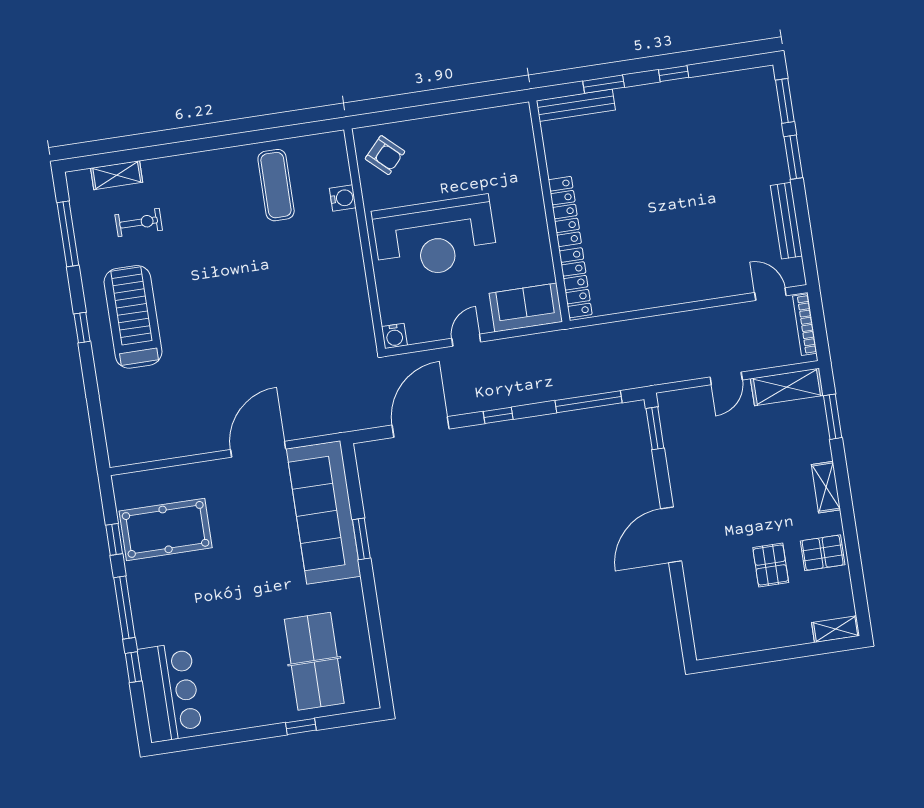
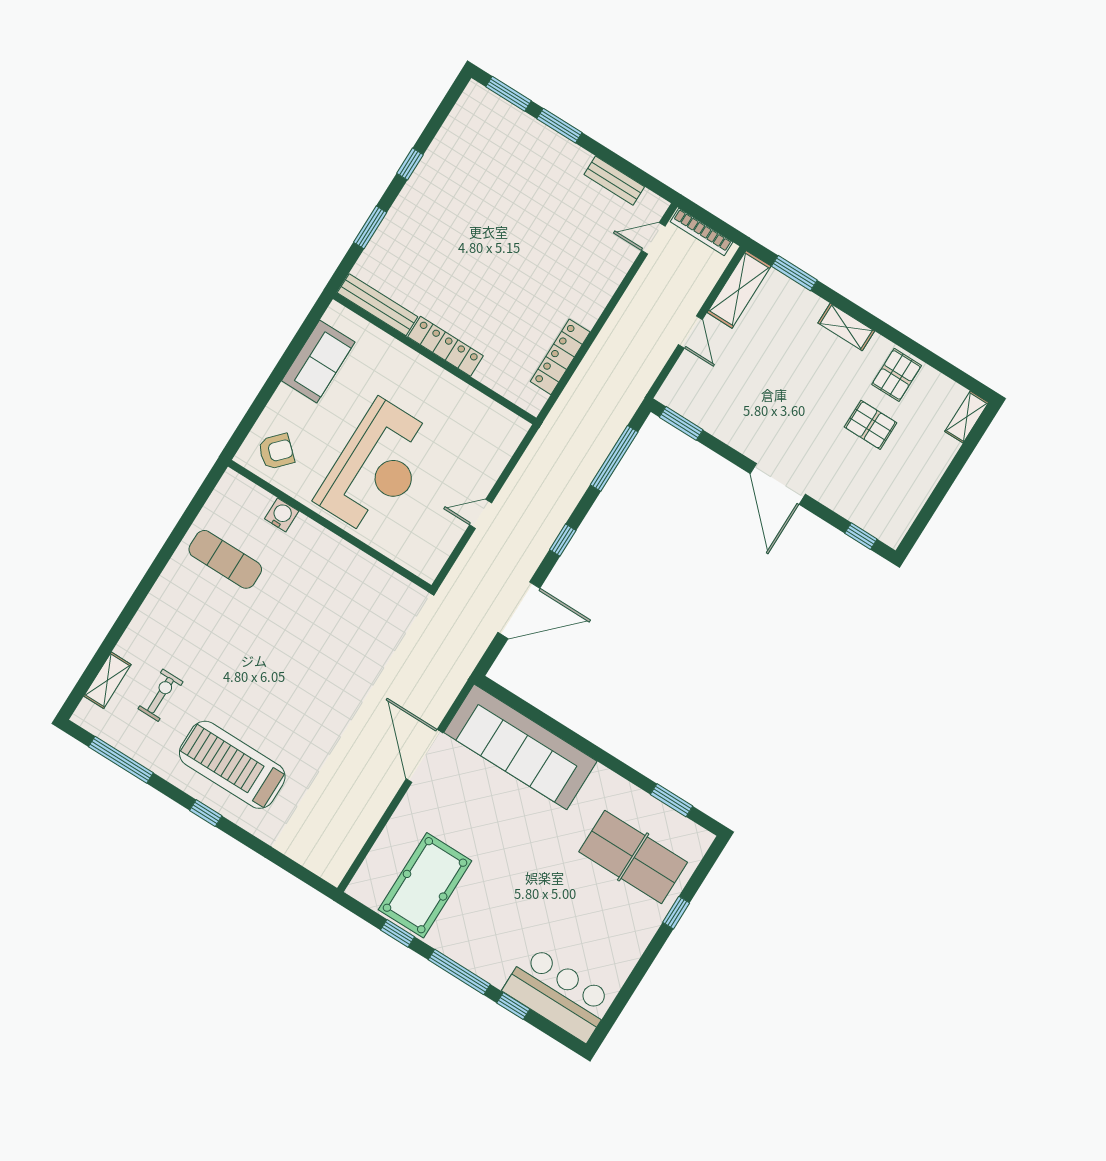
bench: (576, 105) -> (378, 305), moved, turned 90
bench: (786, 221) -> (614, 181), width x0.73
locker: (576, 283) -> (560, 357), moved, turned -90
sofa: (526, 308) -> (318, 361), moved, turned 180
water cooler: (394, 336) -> (428, 569), removed
door: (466, 340) -> (481, 514), hinge flipped
door: (421, 427) -> (519, 610), swing flipped
window: (361, 539) -> (672, 800), moved
window: (685, 627) -> (861, 536), added

